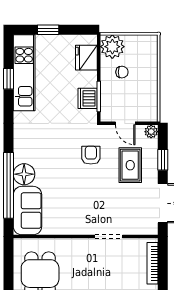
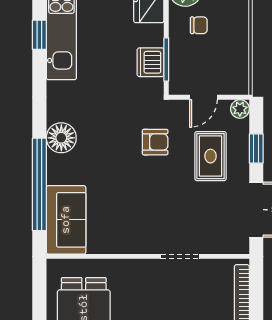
door: (125, 123) -> (203, 97), hinge flipped
armchair: (91, 155) -> (155, 142), turned 90
floor lamp: (24, 174) -> (61, 138), moved

